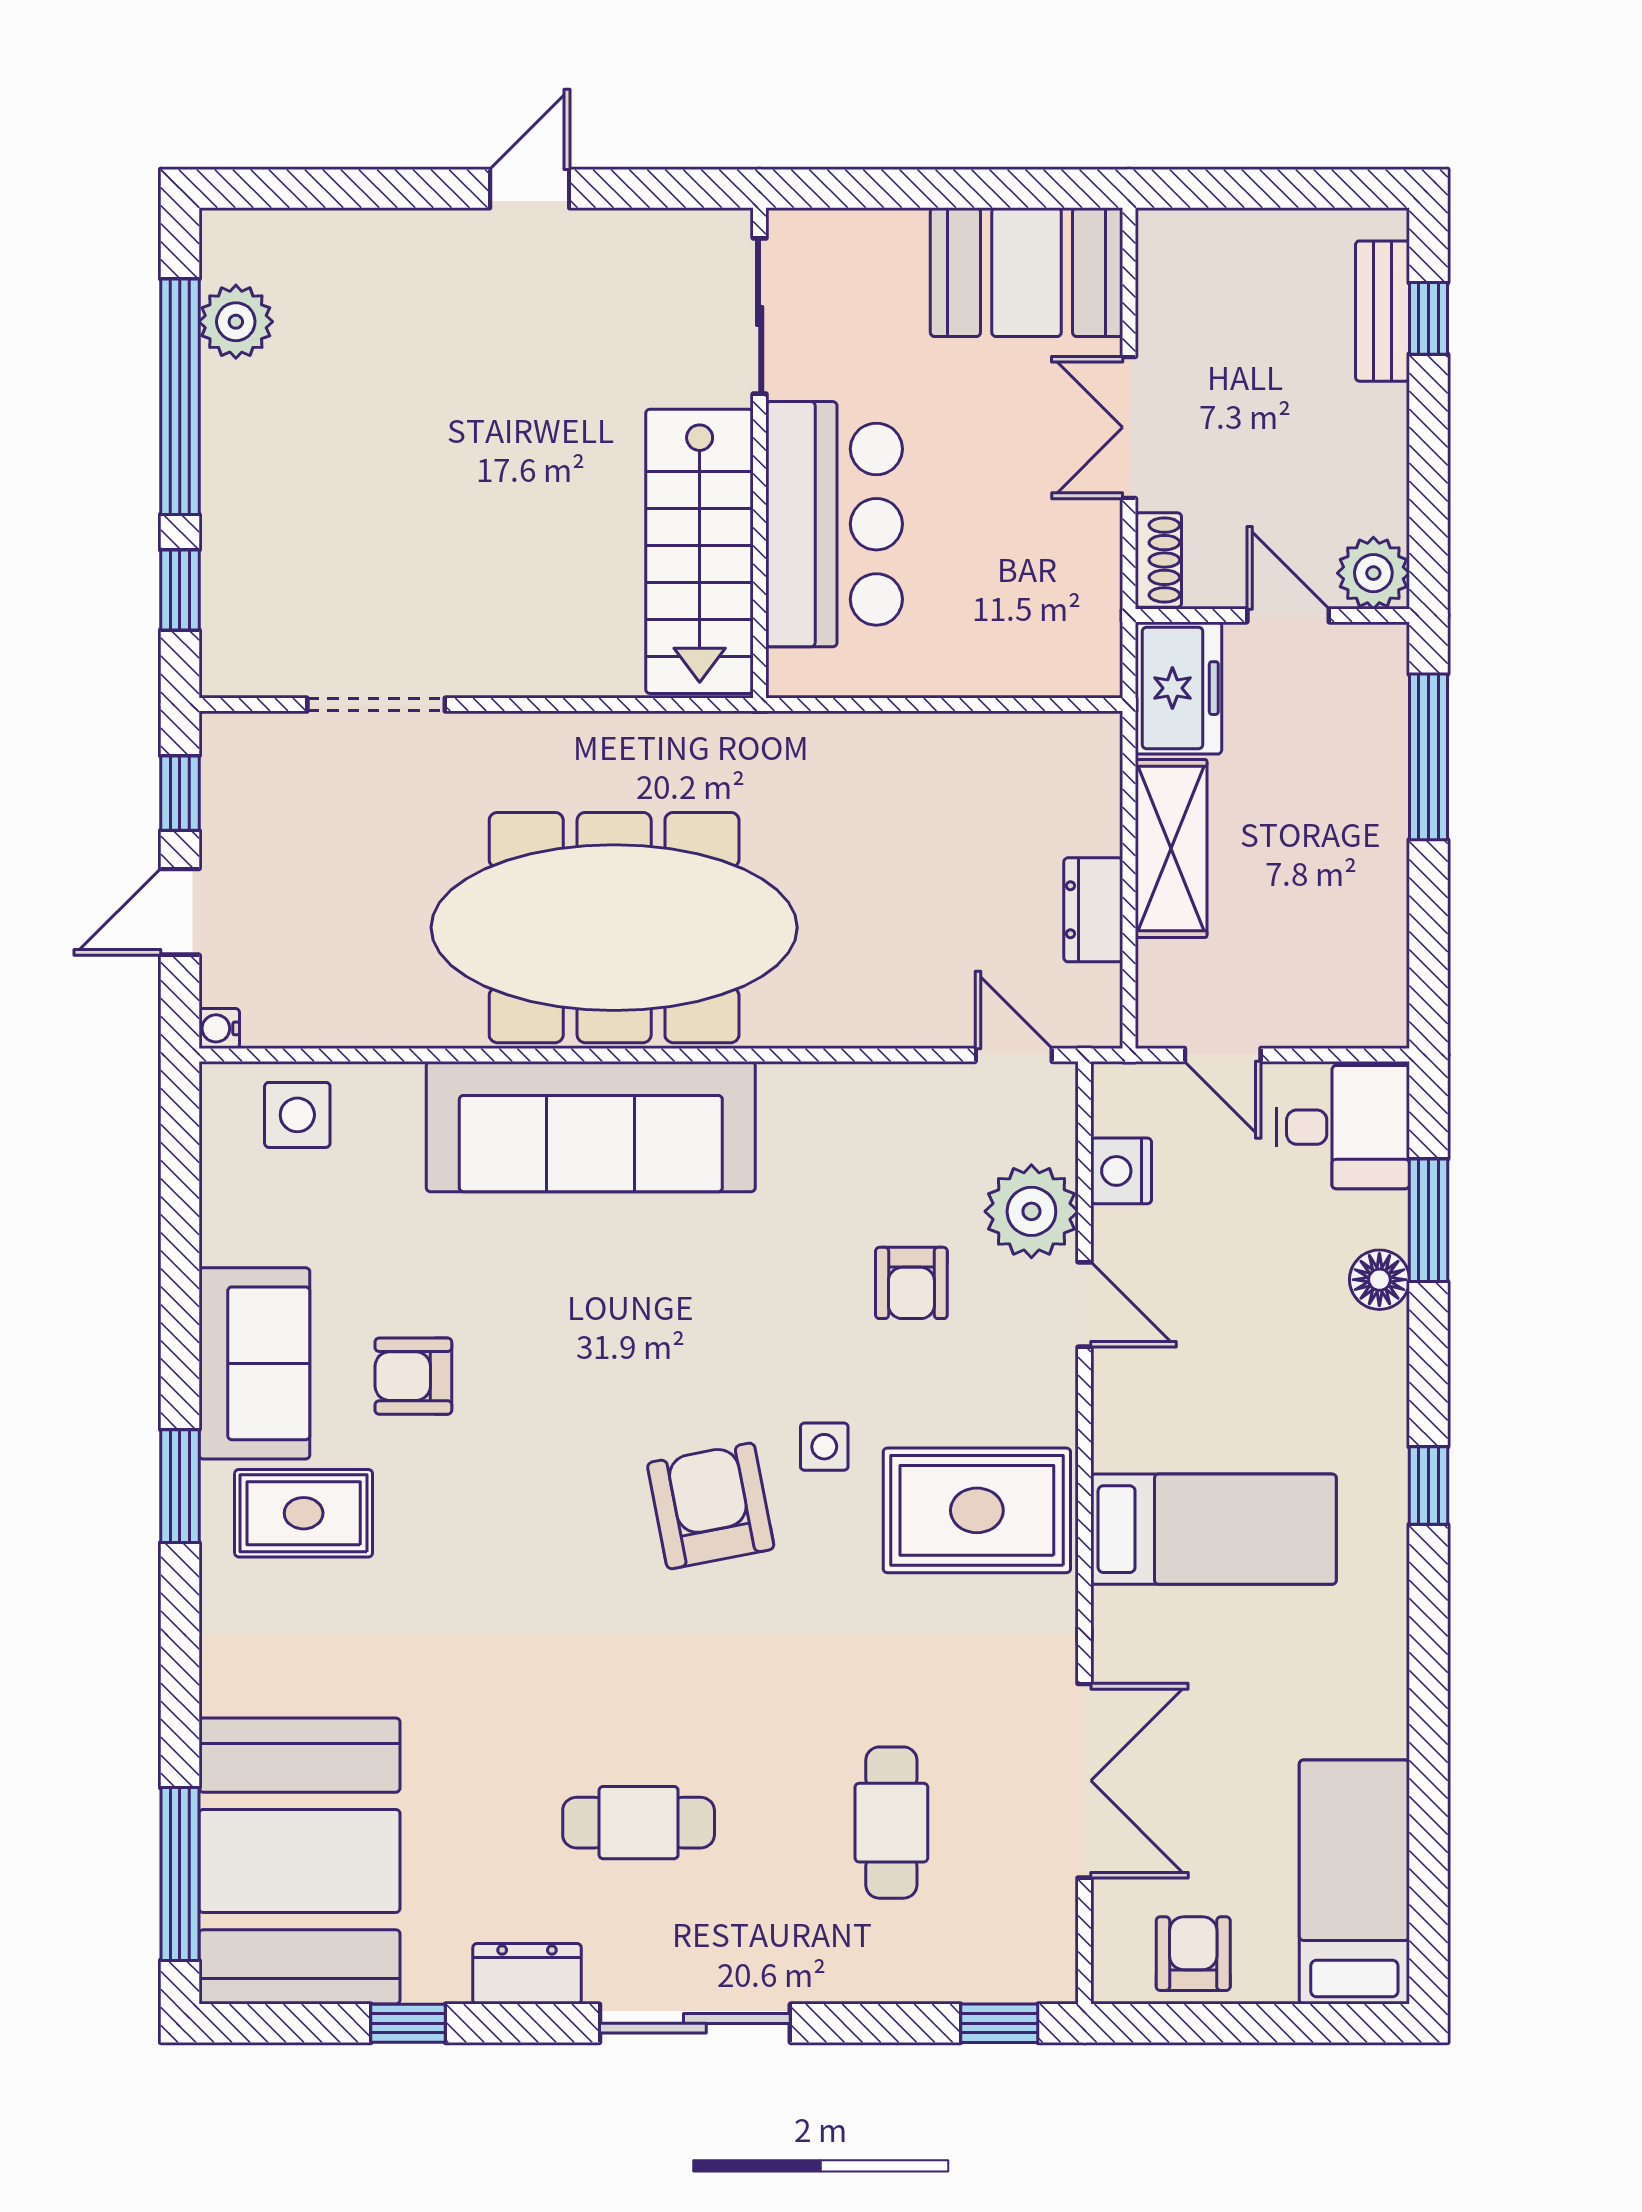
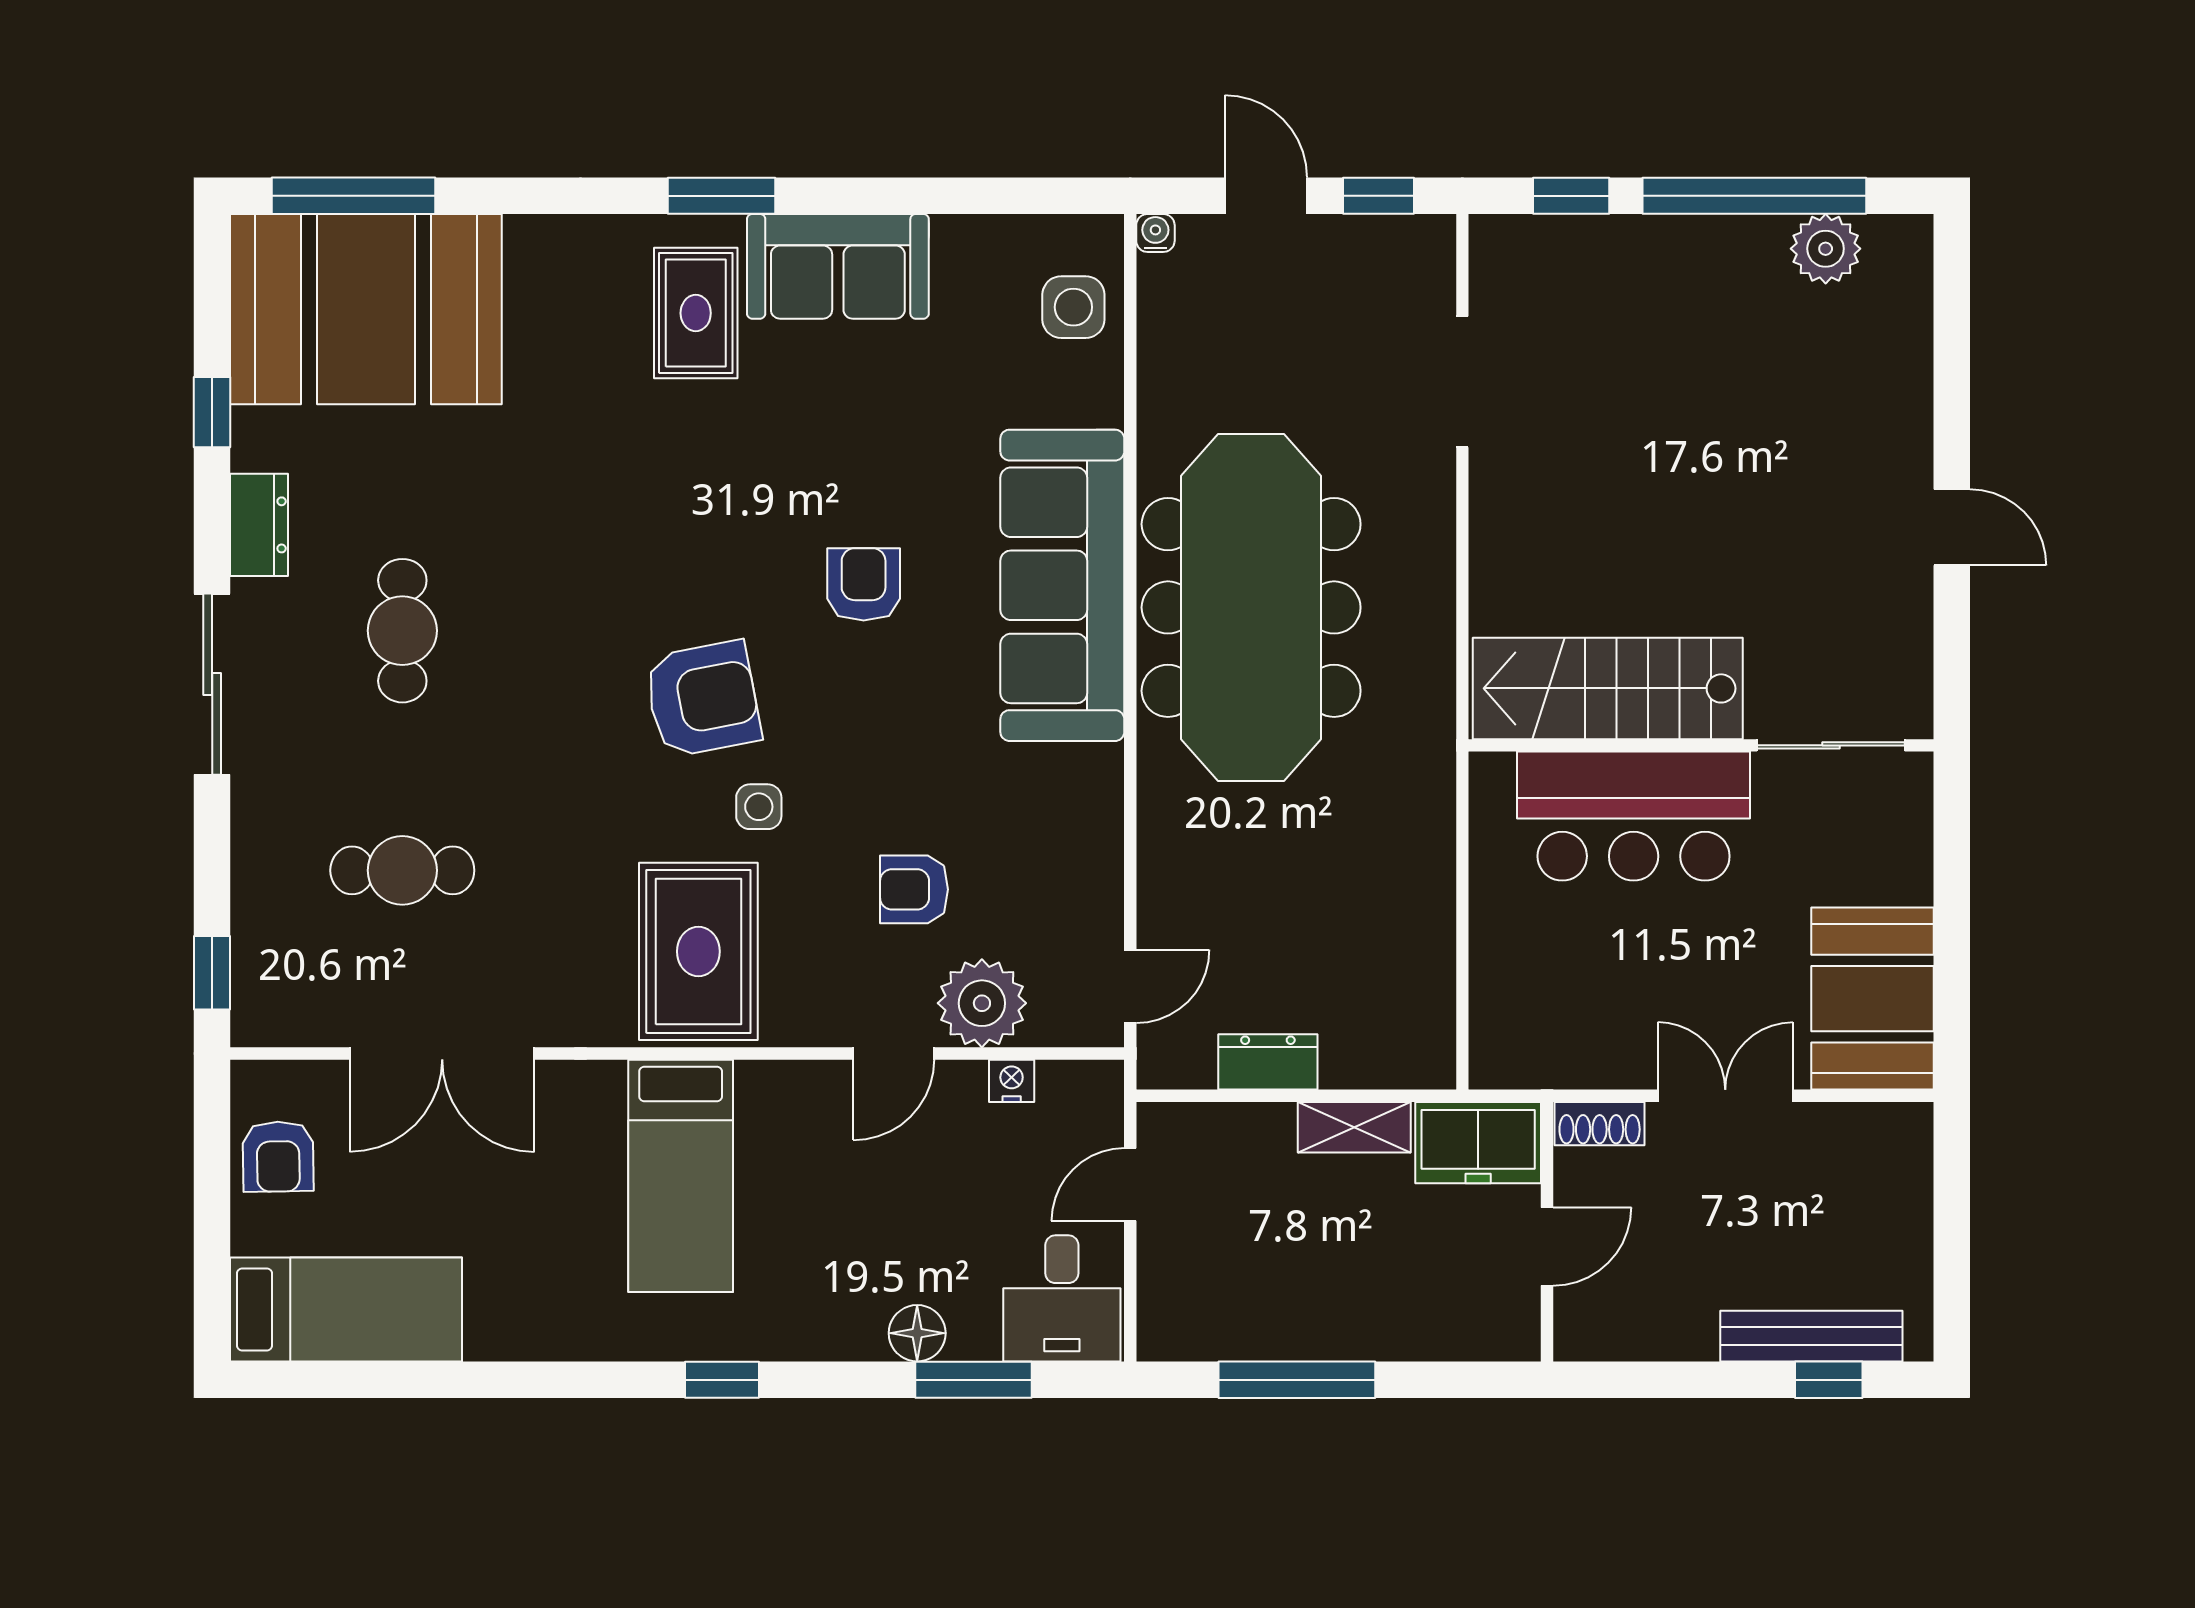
bench: (1382, 311) -> (1811, 1336), width x1.36
plant: (1373, 573) -> (1587, 1327), removed
window: (1428, 757) -> (1297, 1380), moved
shelving: (1171, 848) -> (1354, 1127), width x0.67, depth x0.75
nightstand: (1121, 1171) -> (1012, 1081), width x0.72, depth x0.74
armchair: (413, 1376) -> (864, 584), moved
armchair: (1193, 1954) -> (278, 1157), turned 89

